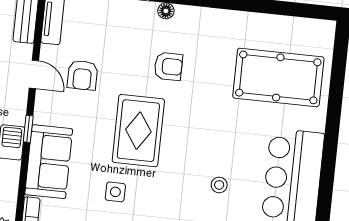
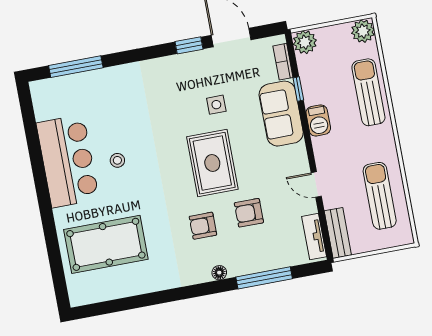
armchair: (82, 75) -> (249, 213), moved, turned -90
window: (28, 129) -> (298, 89), moved
stool: (219, 185) -> (117, 160), moved

